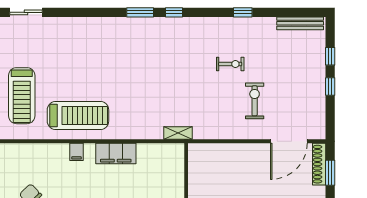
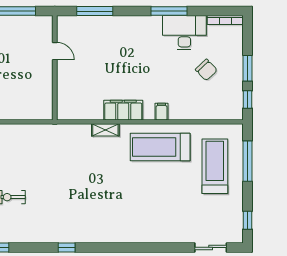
window: (140, 12) -> (100, 247), removed
shelving: (178, 133) -> (105, 130), moved

